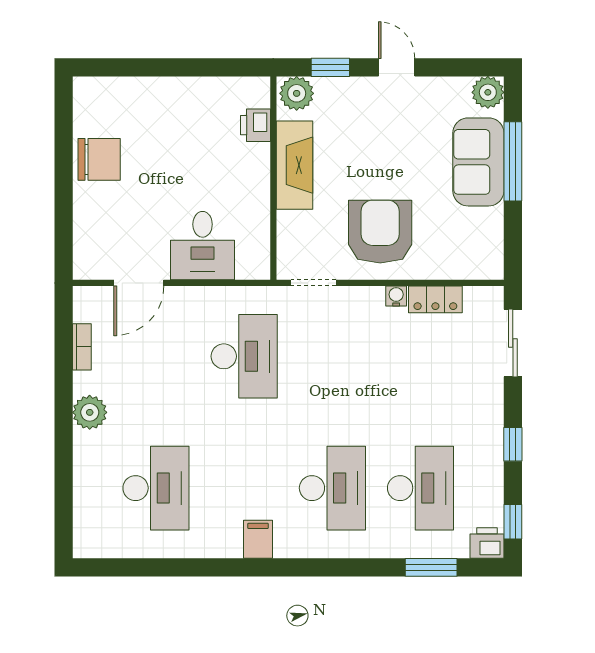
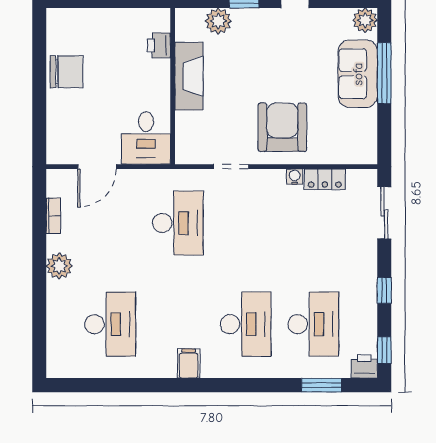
printer: (255, 125) -> (159, 45), moved
fireplace: (294, 165) -> (189, 76), moved
wall: (273, 178) -> (173, 86), moved

